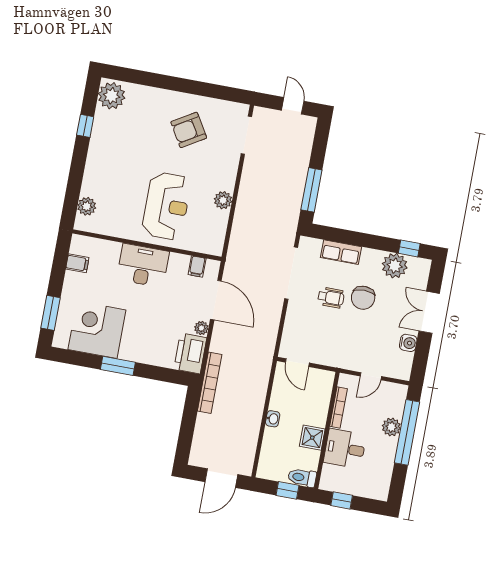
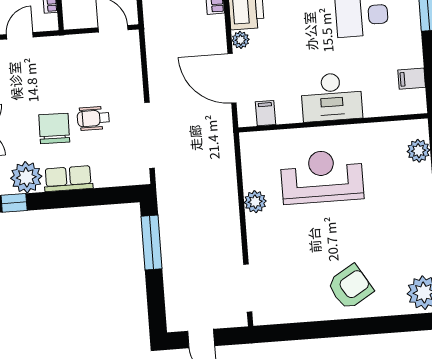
armchair: (189, 130) -> (350, 287), moved
reception desk: (166, 206) -> (322, 177), turned 90
row of seats: (341, 252) -> (68, 179), moved

